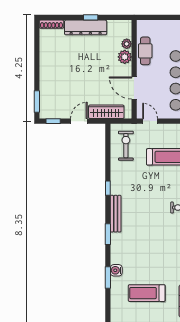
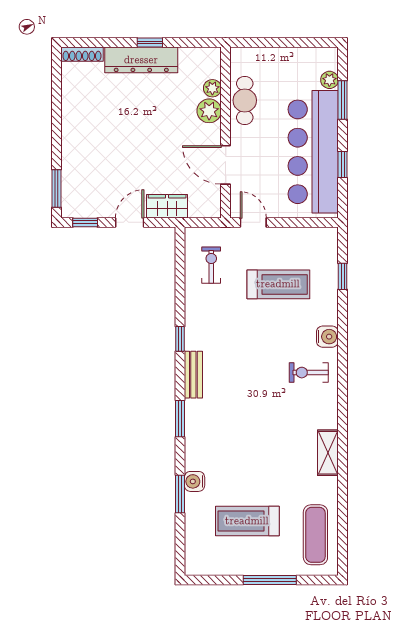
wardrobe: (106, 112) -> (167, 206), width x0.67
exercise bike: (126, 146) -> (211, 265), width x0.73, depth x0.72
bench: (116, 214) -> (193, 375), width x0.73

